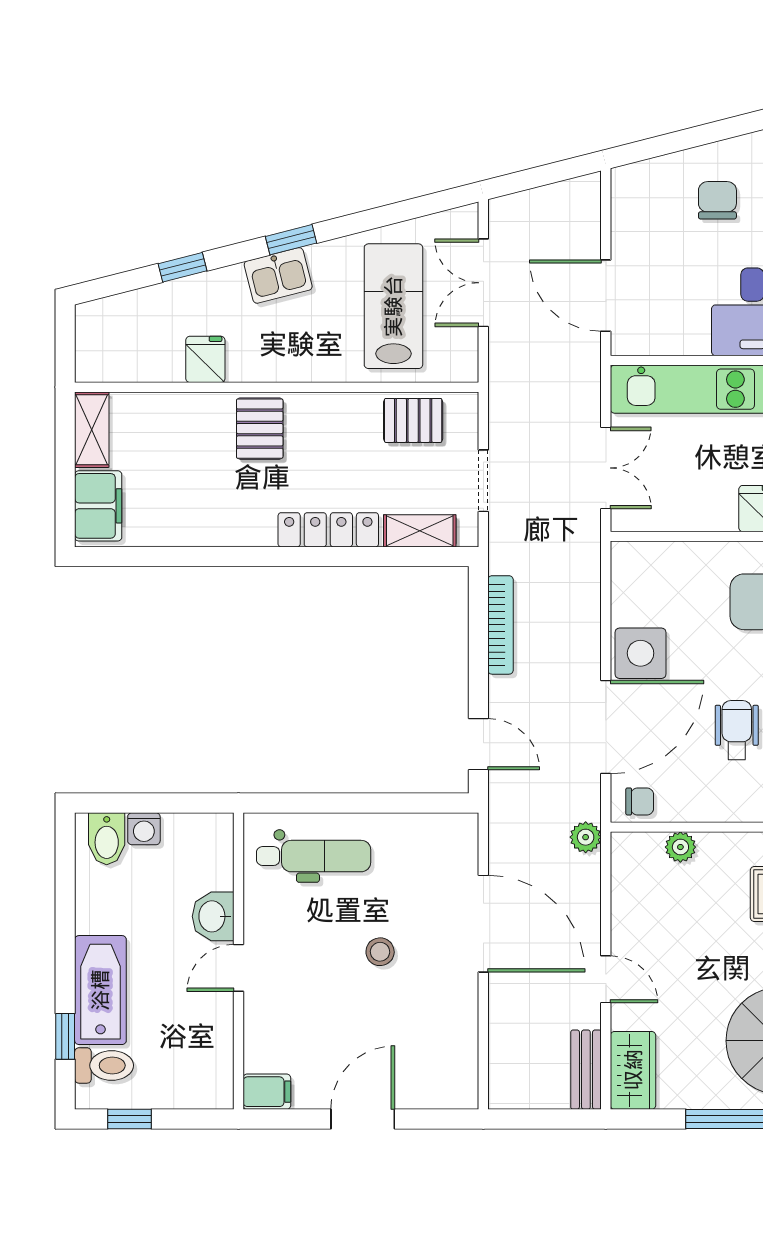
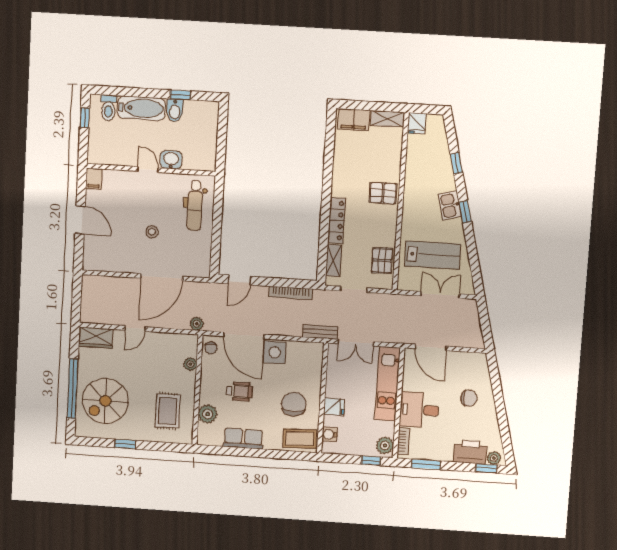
door: (606, 296) -> (431, 347), swing flipped
fridge: (205, 359) -> (417, 123), moved, turned 90
washing machine: (144, 829) -> (211, 132), removed
bidet: (107, 839) -> (175, 110), moved, turned -90
window: (65, 1036) -> (180, 95), moved
bench: (586, 1070) -> (320, 332), moved

